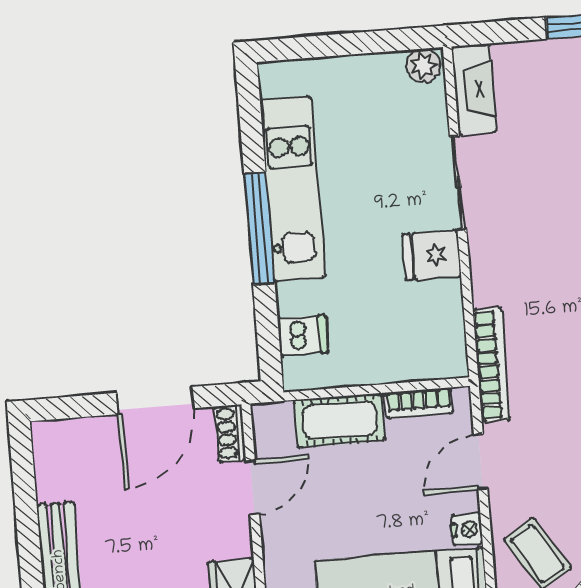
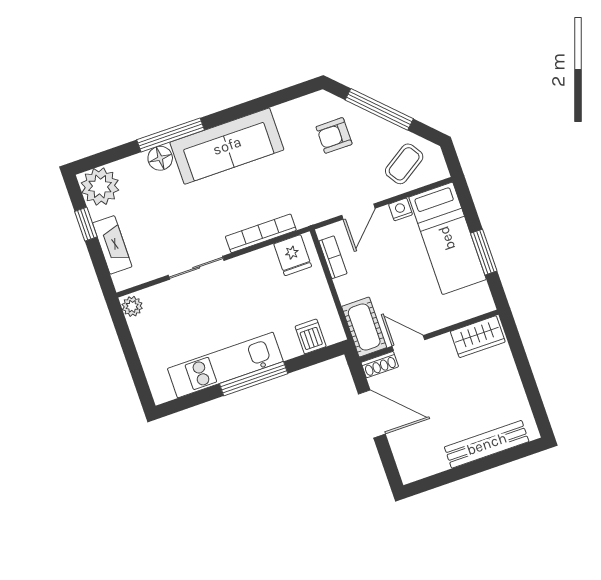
fireplace: (474, 89) -> (112, 245), moved, turned 90
fridge: (432, 255) -> (293, 255), moved
bookcase: (492, 365) -> (261, 233), moved
cot: (340, 420) -> (364, 327), moved
door: (481, 462) -> (358, 212), hinge flipped

